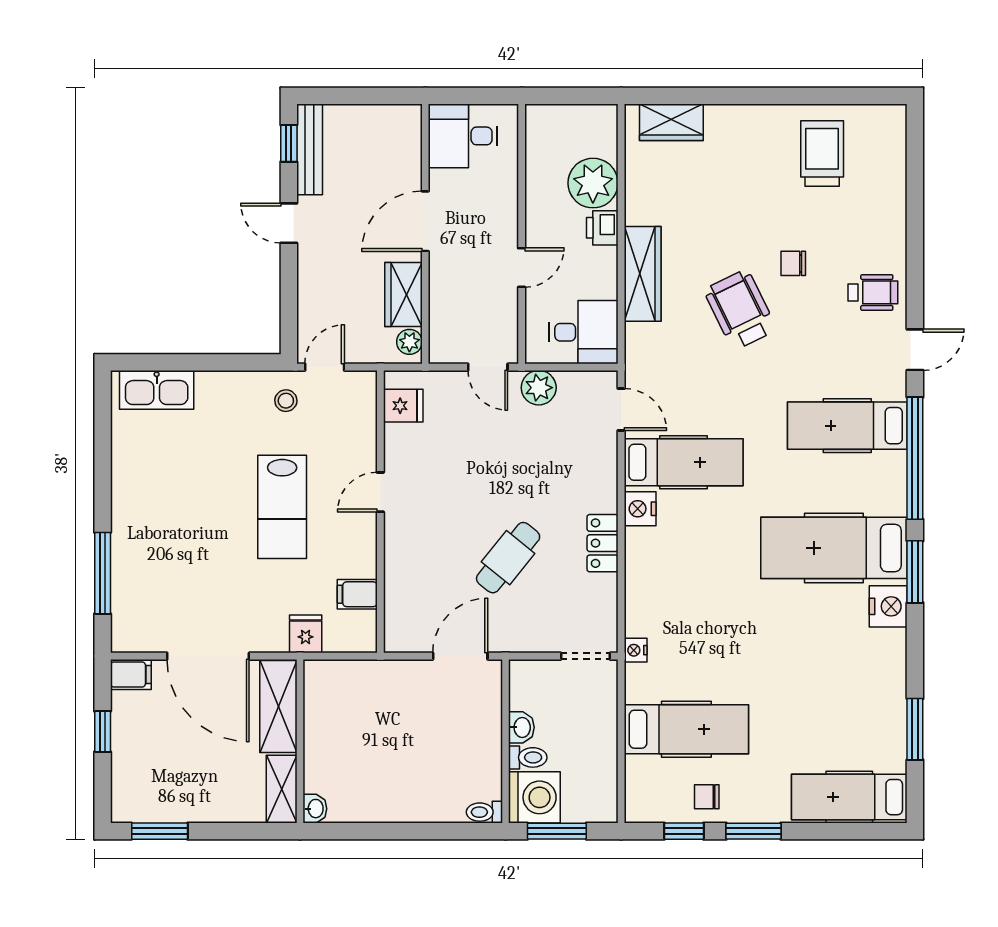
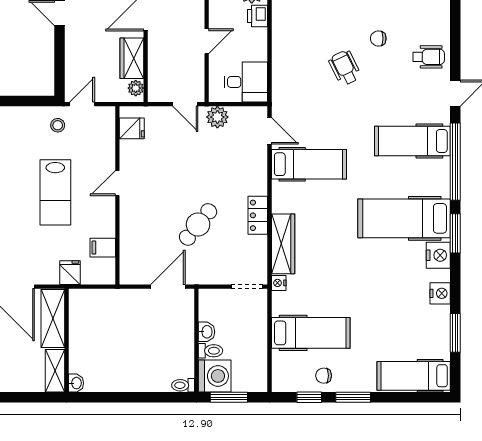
wardrobe: (643, 274) -> (283, 244), moved
wheelchair: (740, 310) -> (345, 68), width x0.73, depth x0.73
nightstand: (640, 509) -> (440, 293), moved, turned 180

